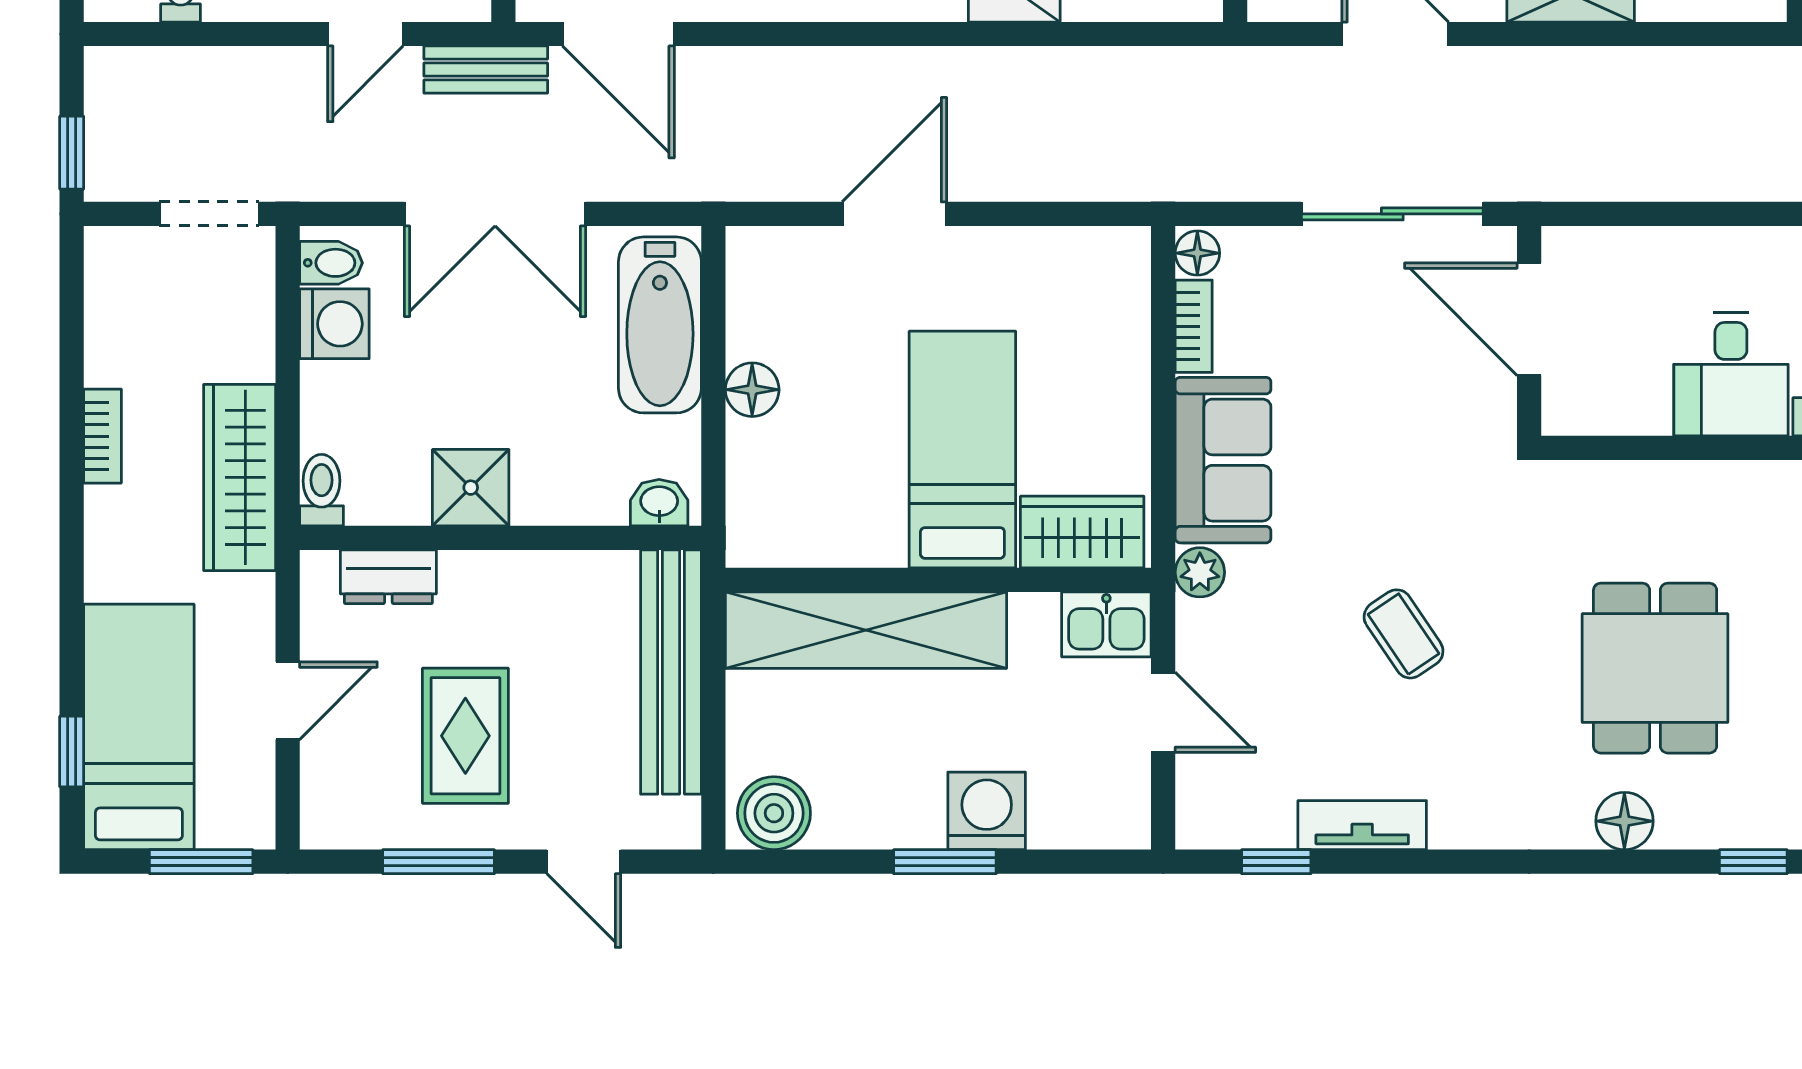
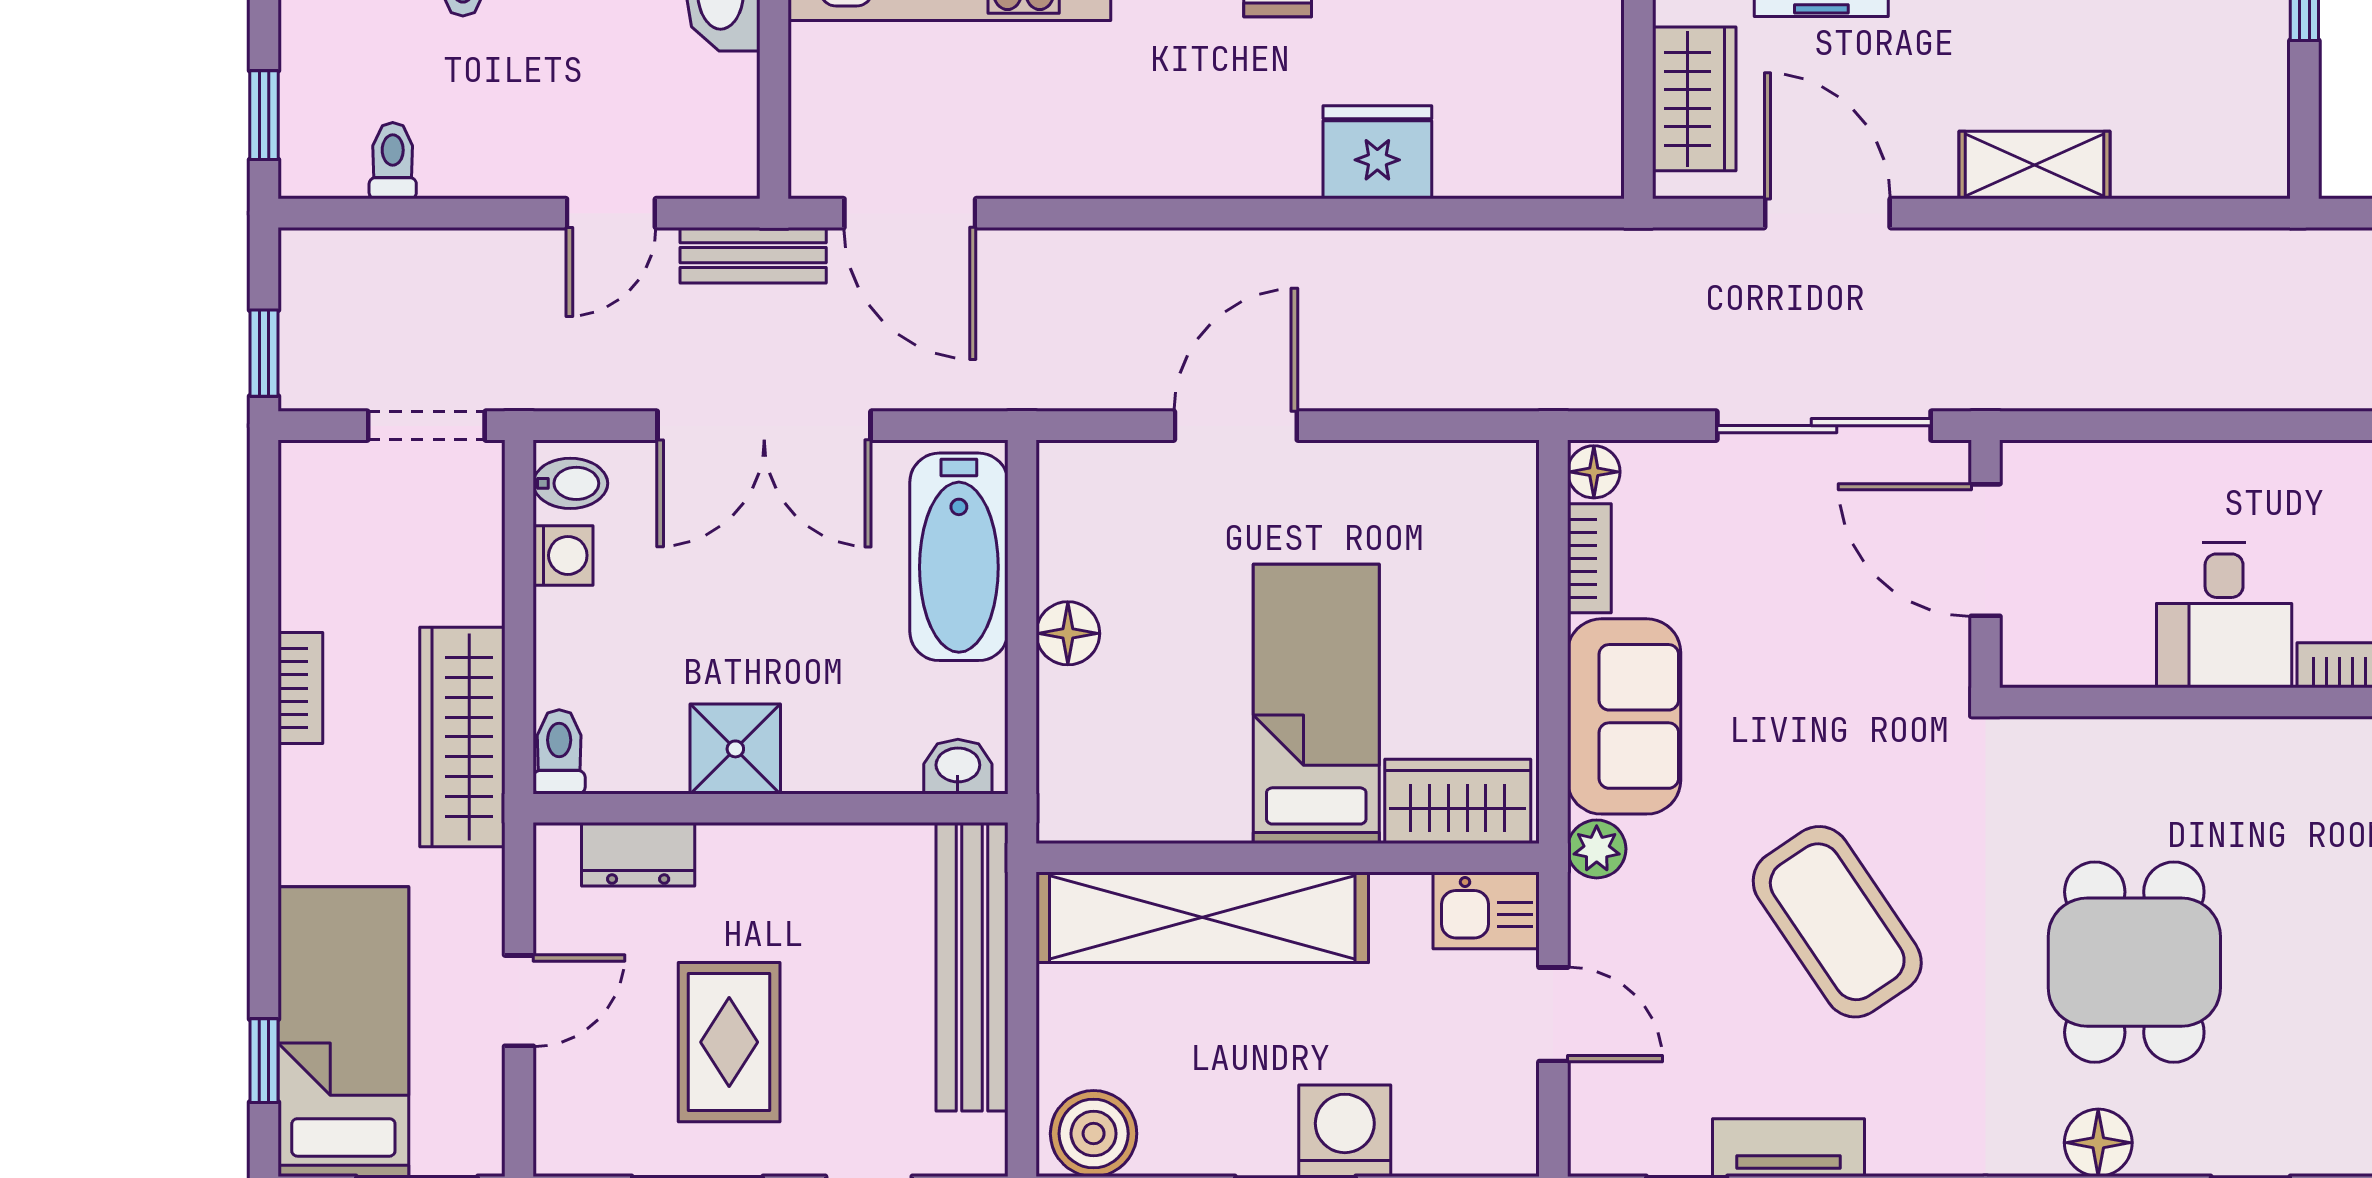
washing machine: (334, 324) -> (563, 555), width x0.73, depth x0.73
coffee table: (1404, 634) -> (1837, 922), width x1.86, depth x1.72

